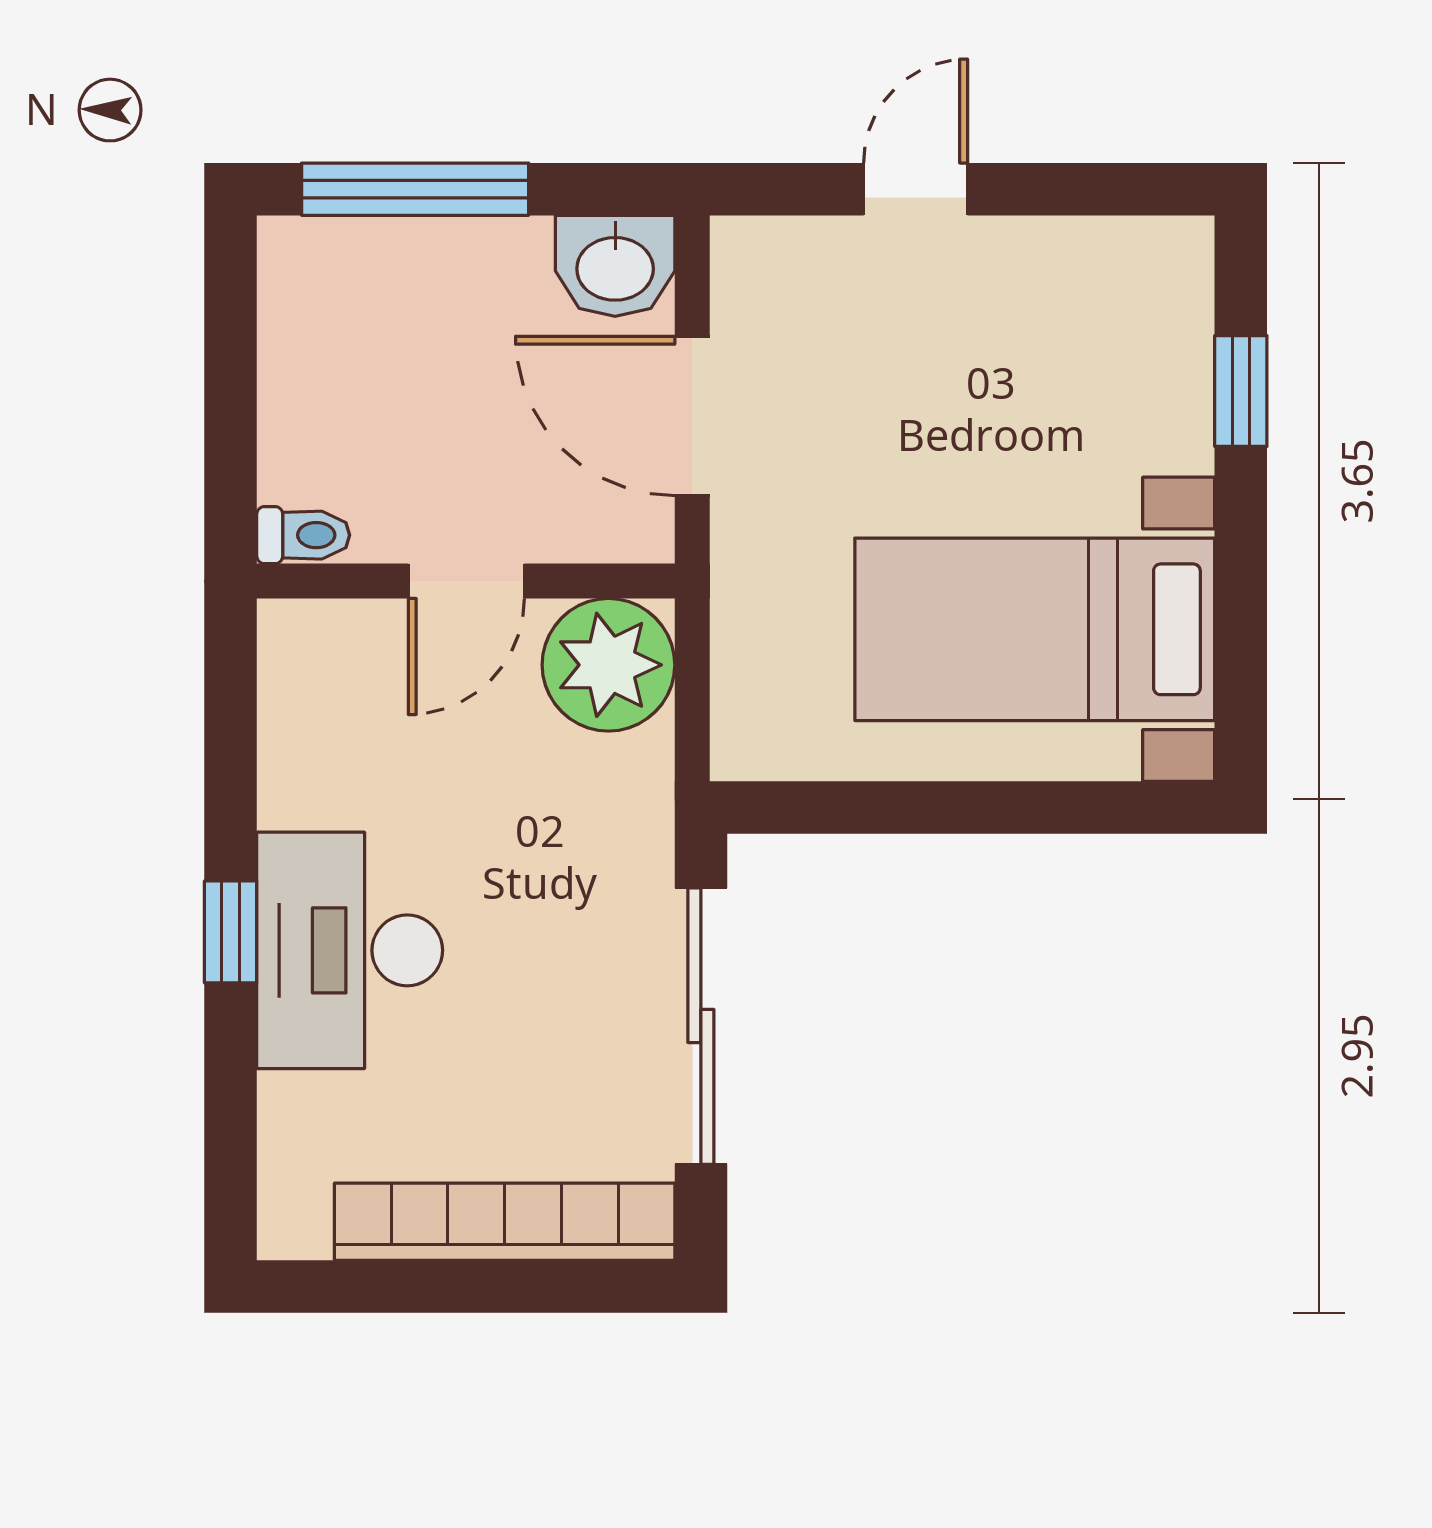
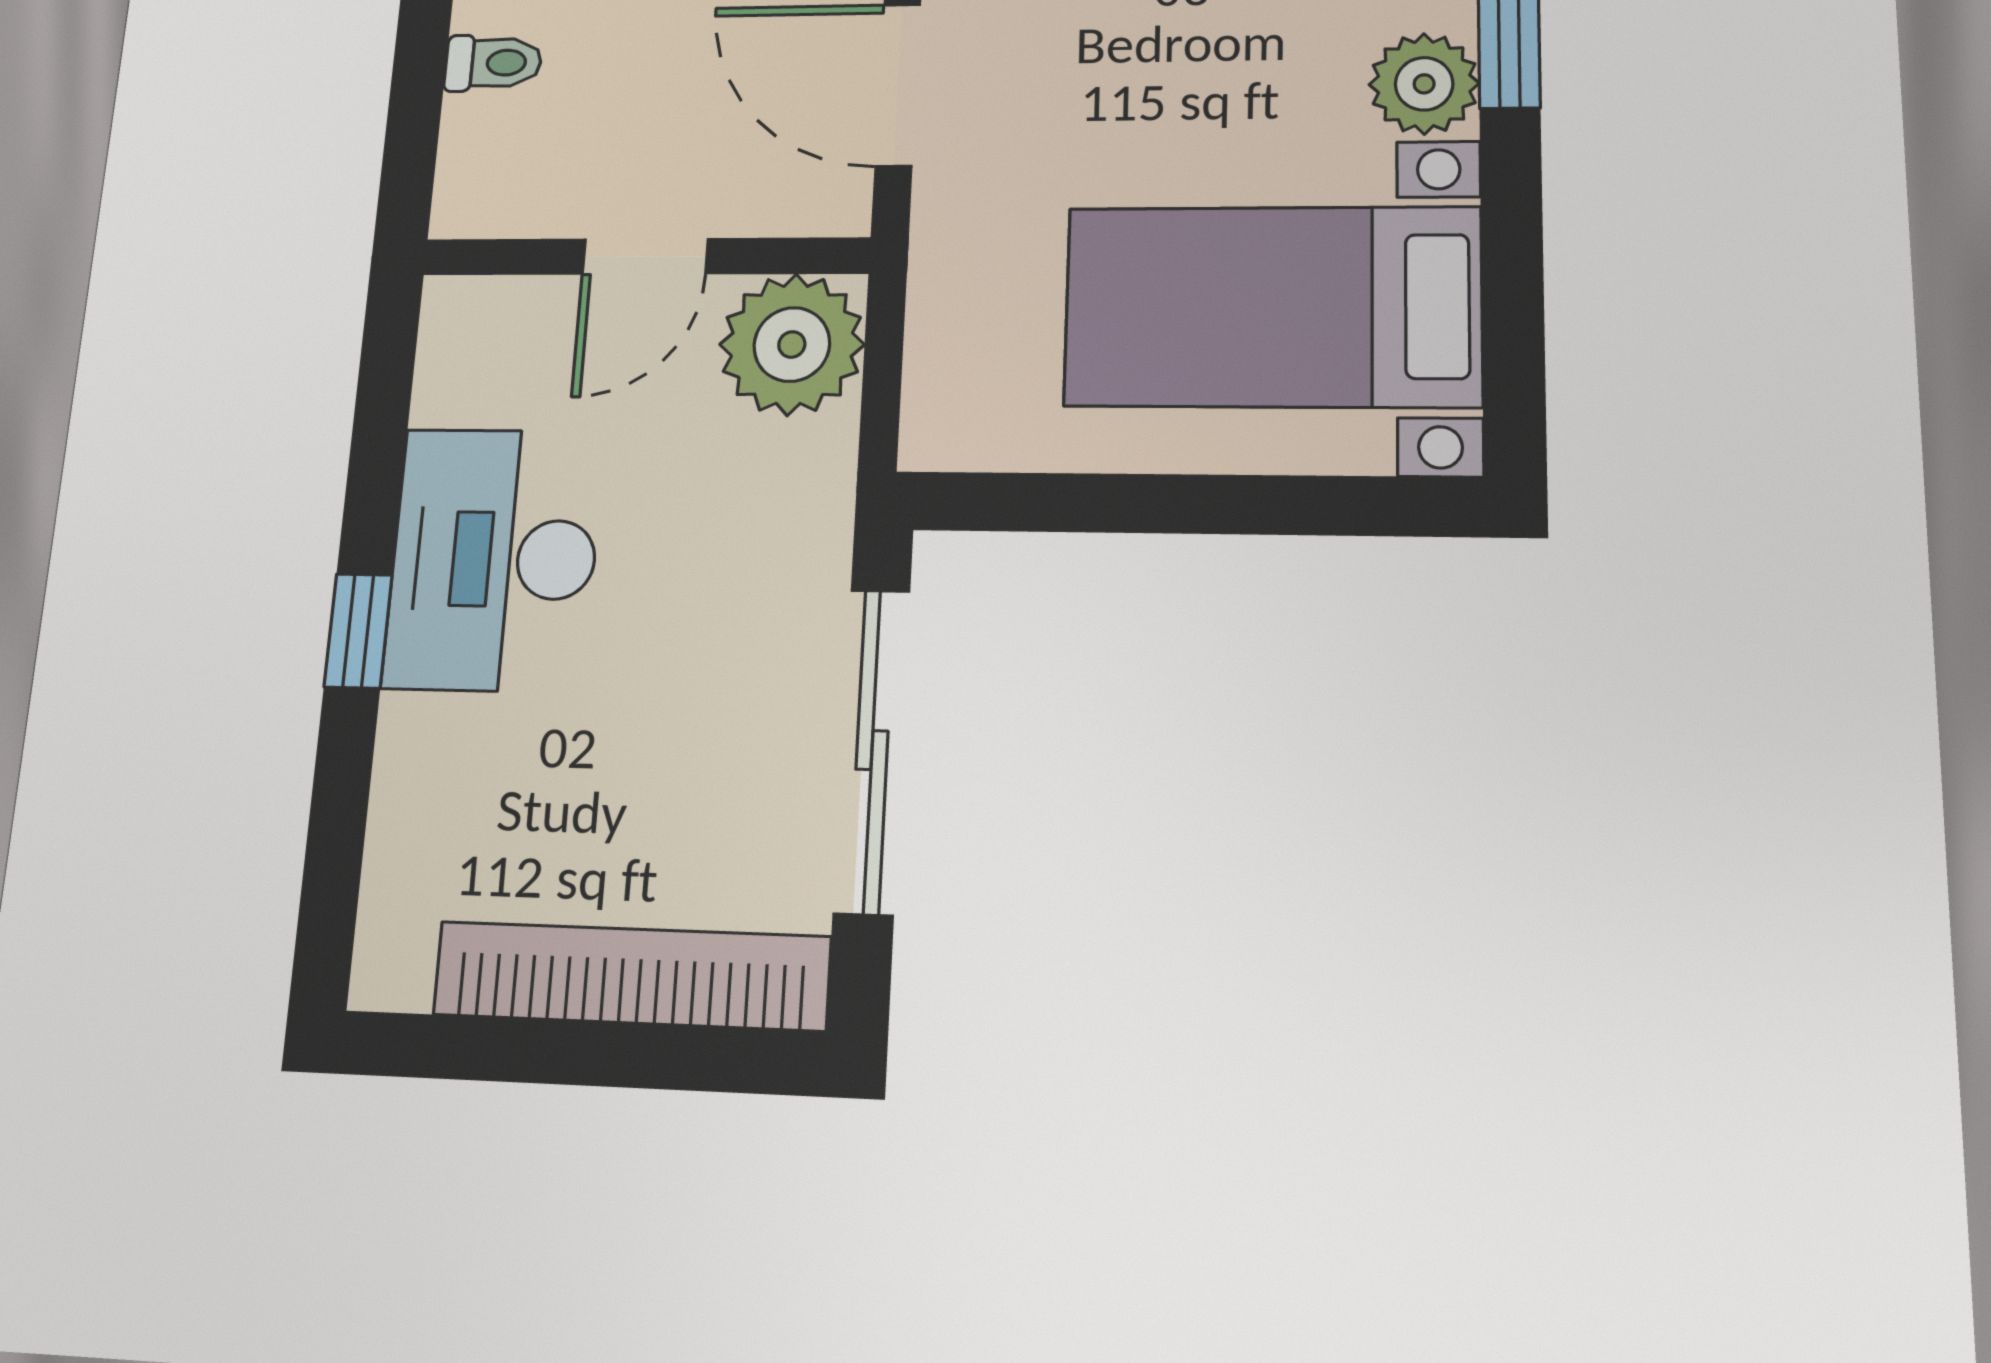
plant: (1167, 422) -> (1424, 84), added
toilet: (303, 535) -> (493, 63), moved
desk: (350, 950) -> (494, 559), moved

